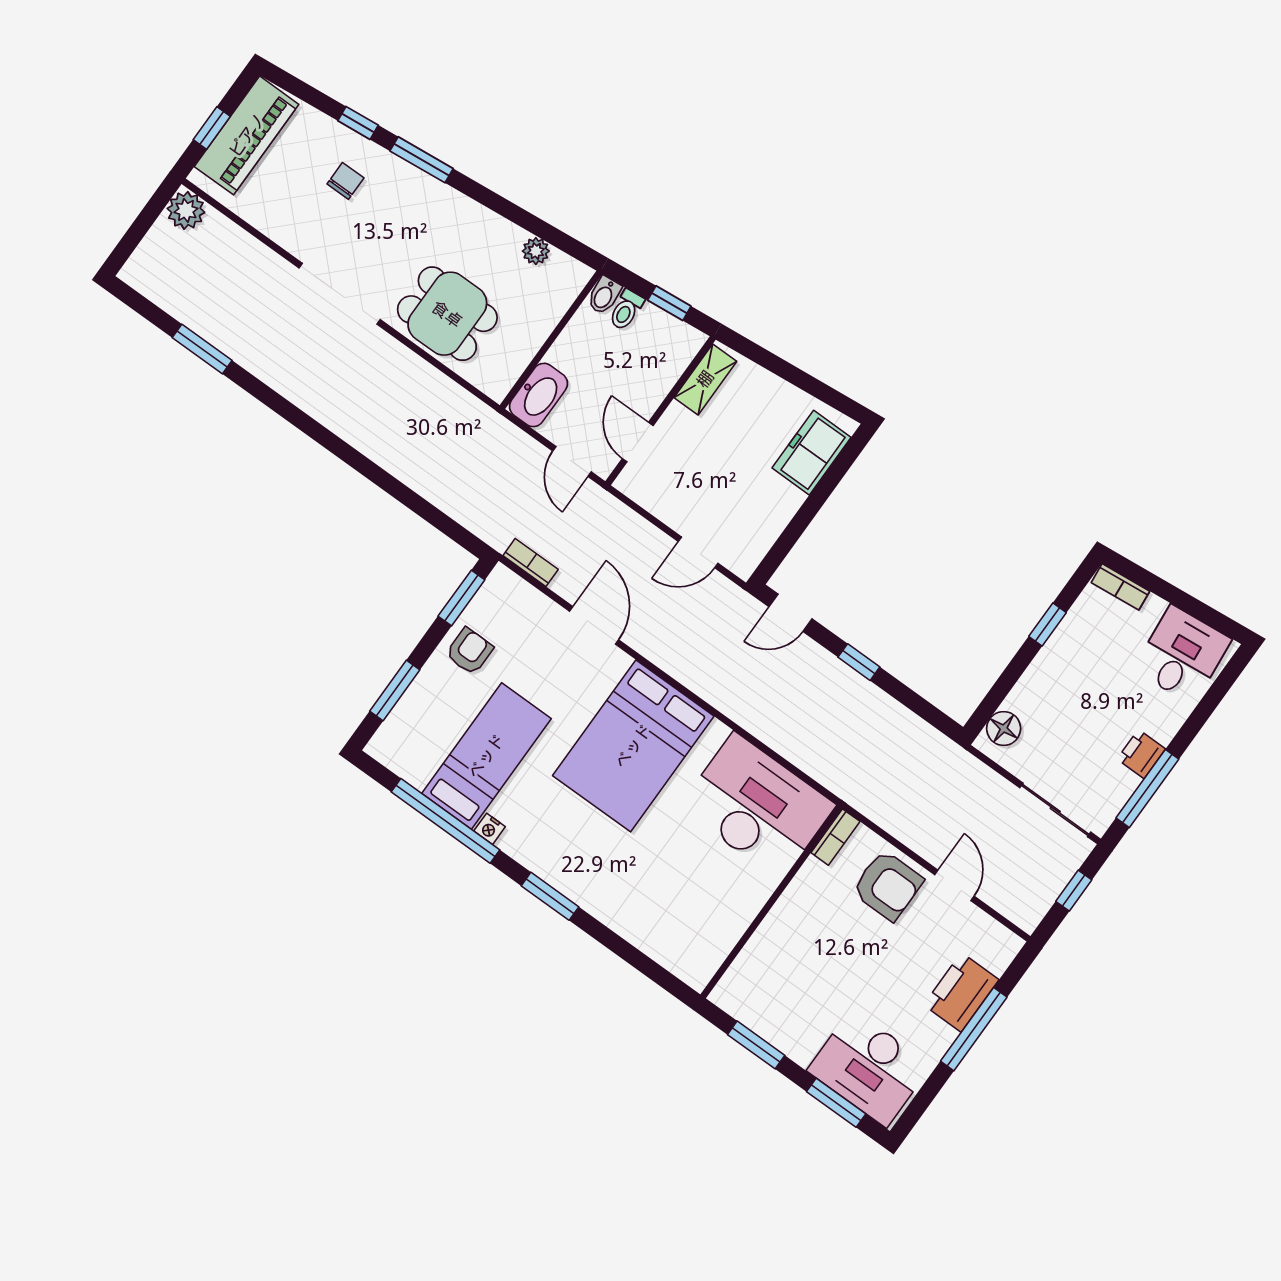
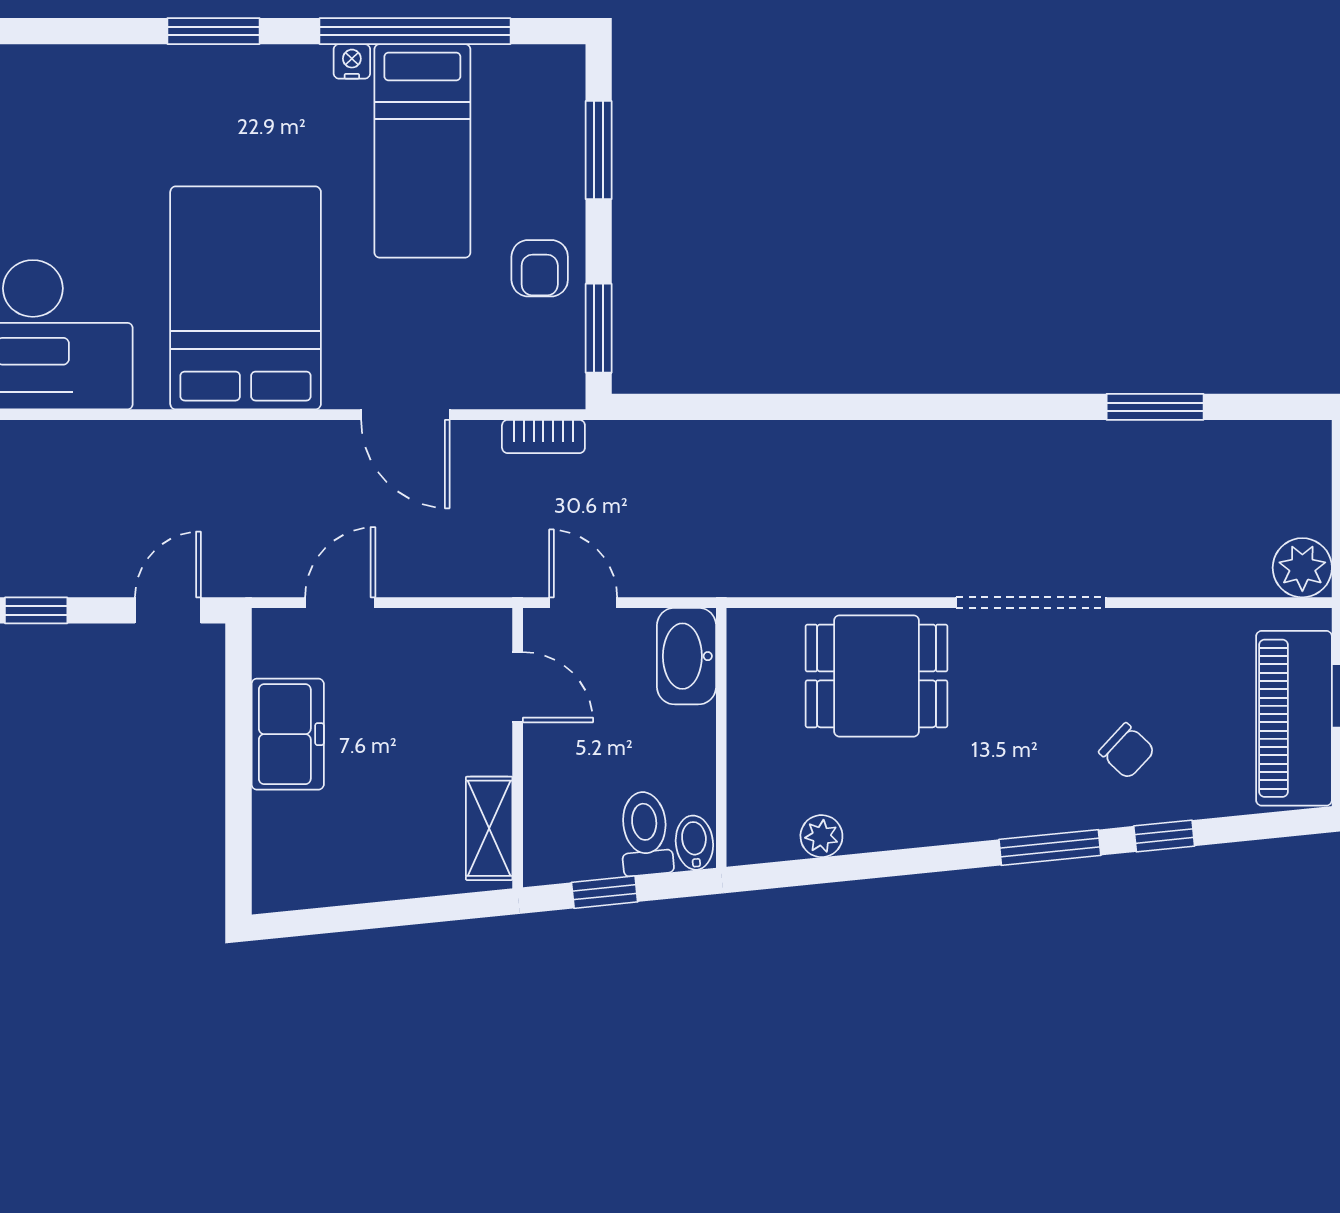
chair: (345, 181) -> (1127, 751), turned -47
toilet: (626, 310) -> (645, 833), width x1.37, depth x1.39
freezer: (811, 453) -> (288, 734), moved

